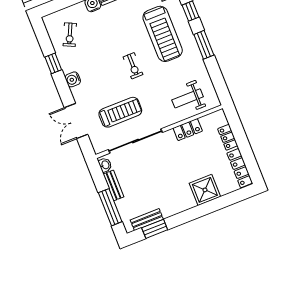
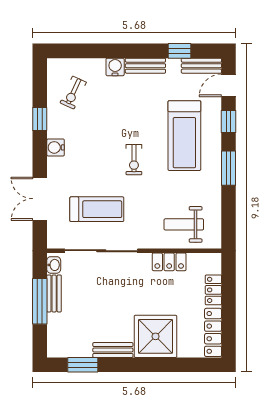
shower: (205, 190) -> (156, 336), width x1.37, depth x1.37
window: (110, 207) -> (40, 301), moved
bench: (147, 220) -> (113, 350), moved

